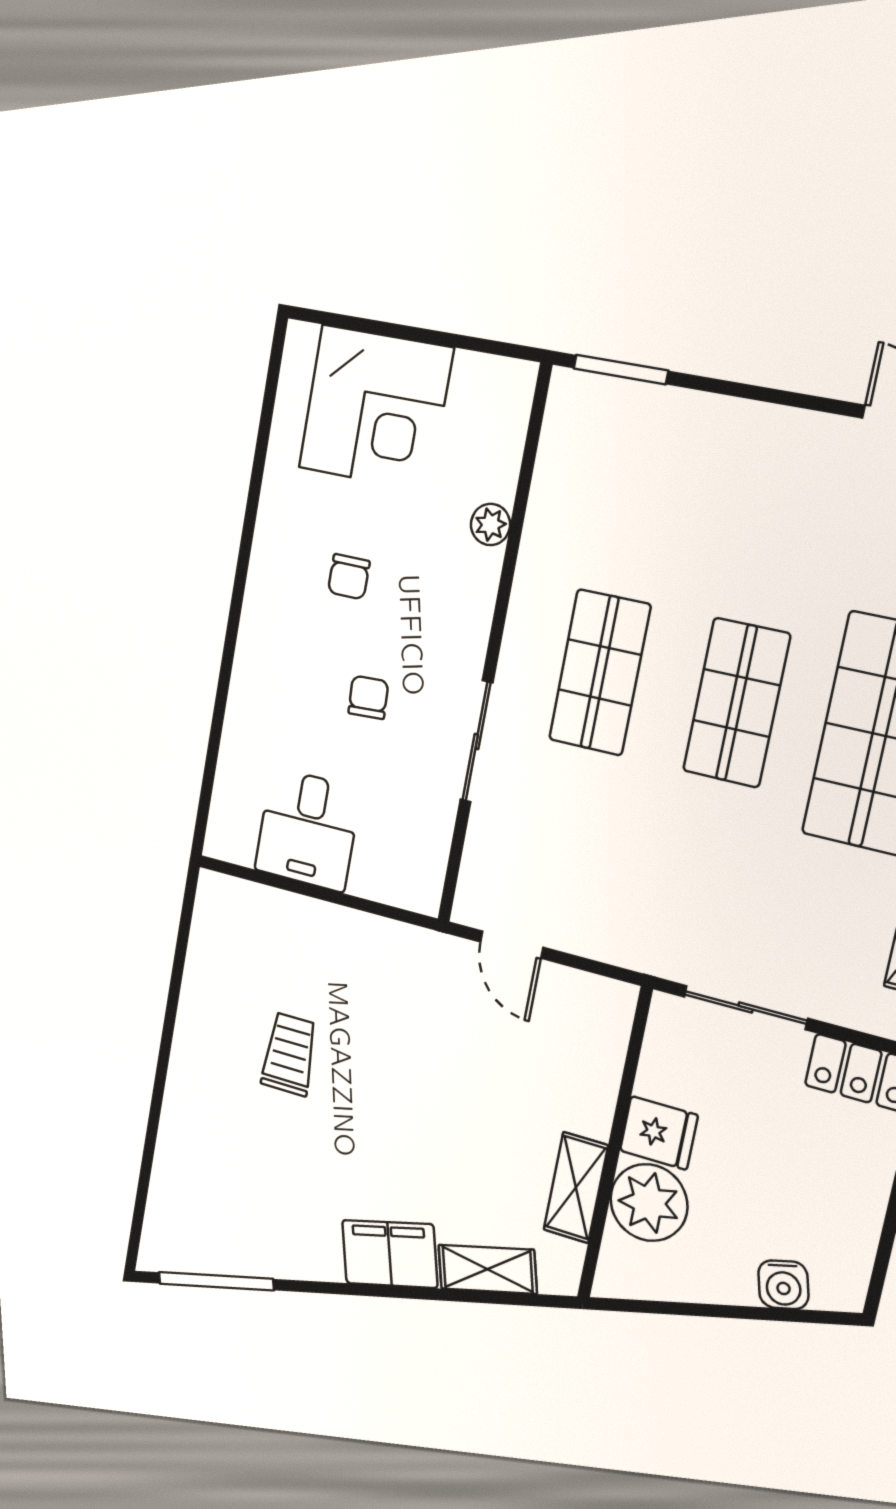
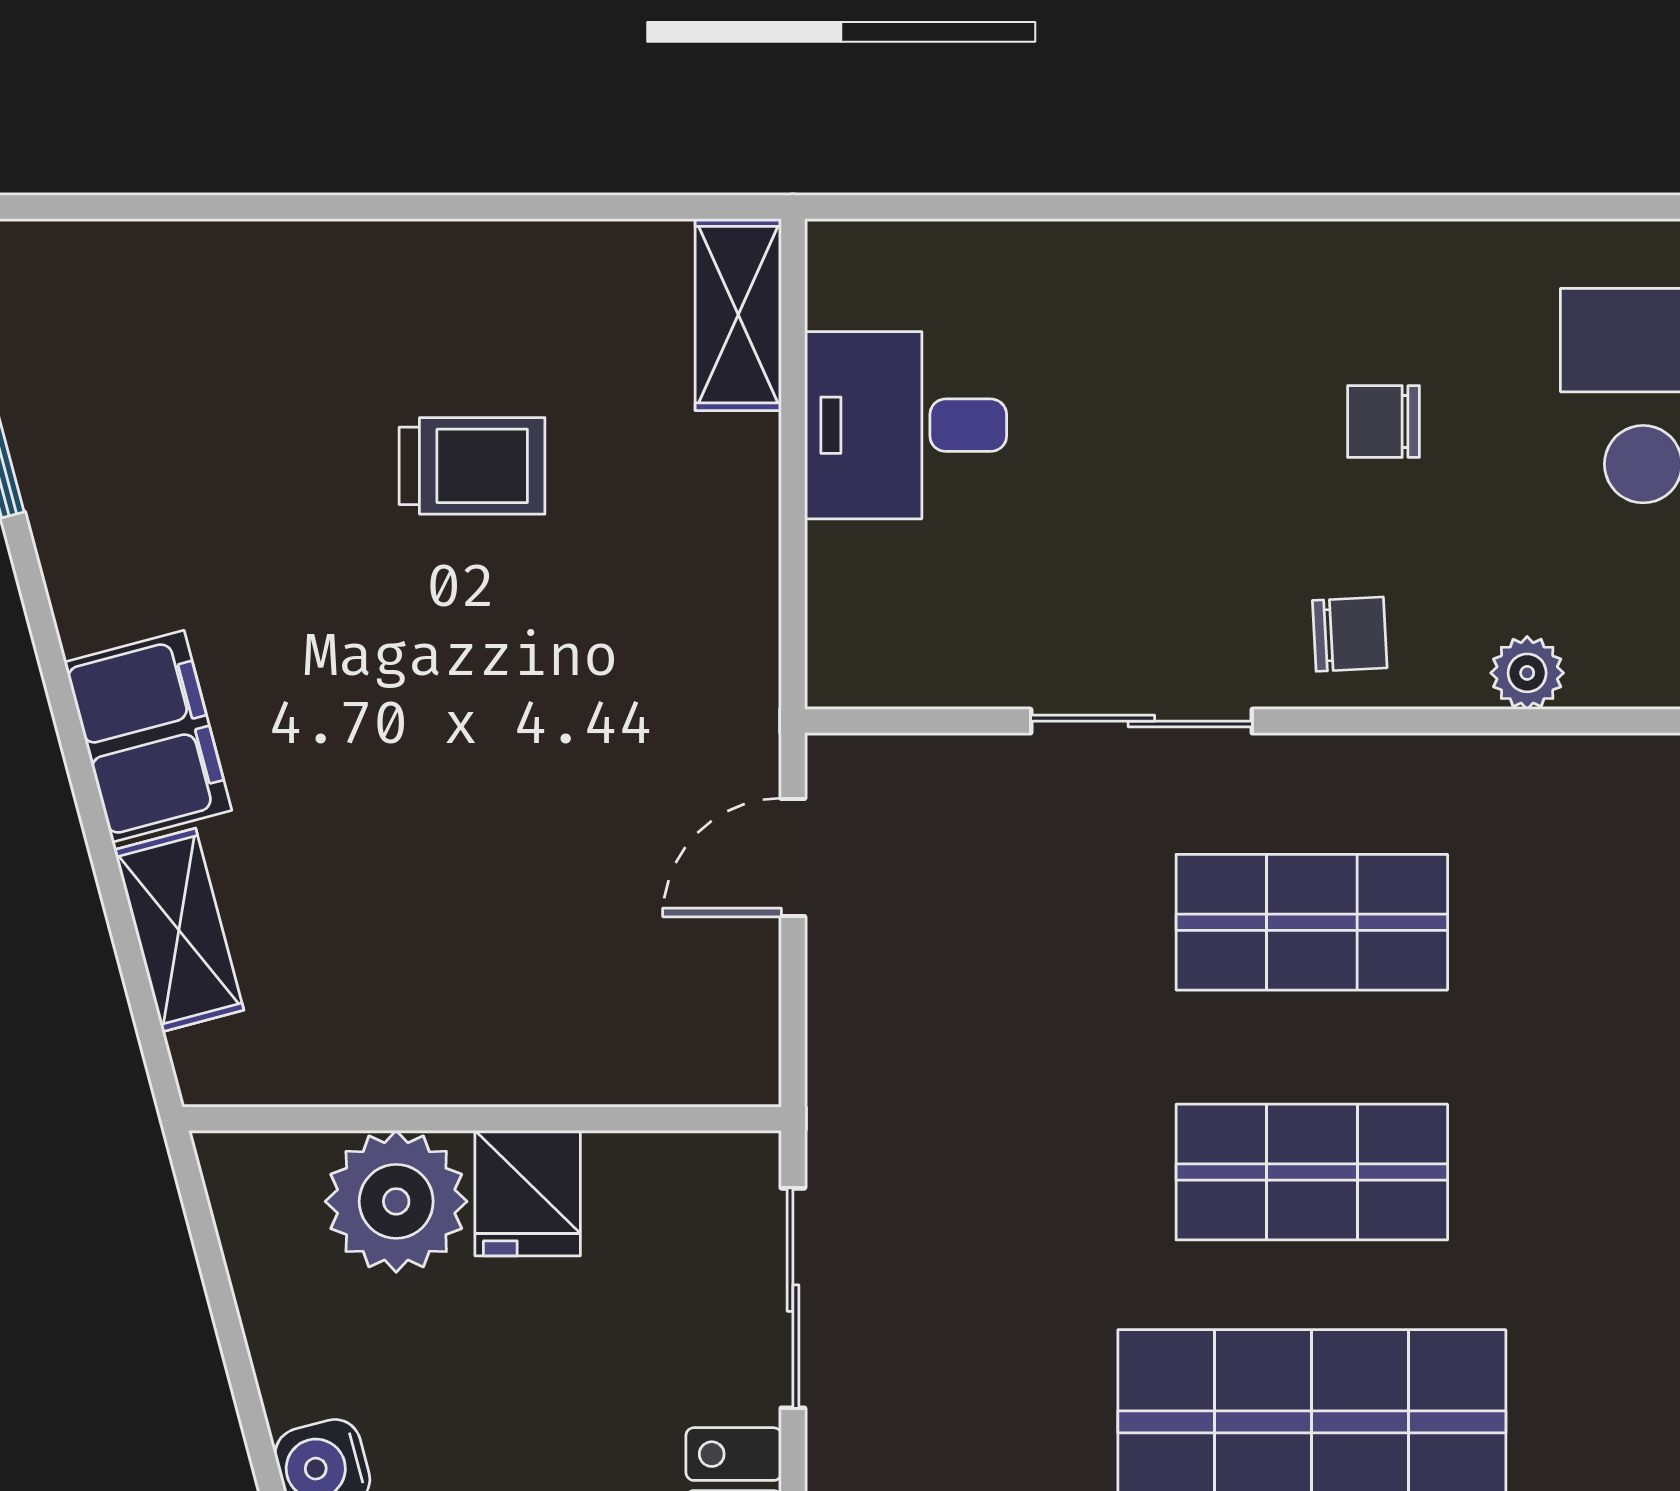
chair: (368, 697) -> (1350, 634), moved
shelving: (576, 1188) -> (738, 315), moved, turned 90

